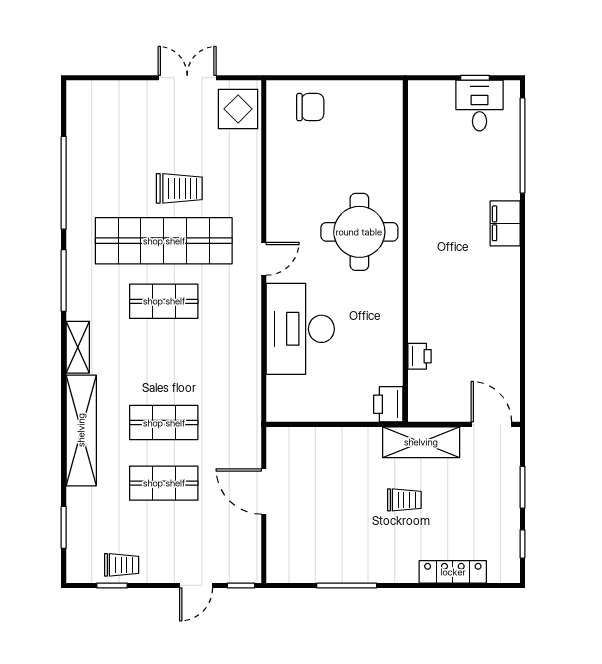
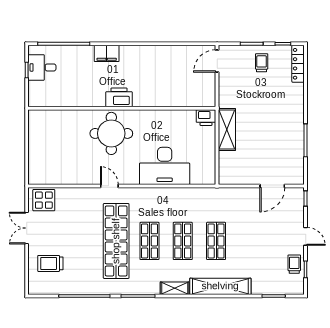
chair: (310, 107) -> (43, 160), removed
trolley: (179, 188) -> (50, 263), moved, turned -90
door: (264, 259) -> (109, 186), moved
printer: (419, 356) -> (119, 97), moved, width x1.87, depth x1.48
shelving: (421, 442) -> (227, 129), moved
shop shelf: (164, 483) -> (183, 241), moved
door: (264, 491) -> (272, 186), moved
trolley: (404, 500) -> (262, 63), moved
locker: (453, 572) -> (298, 64), moved
door: (196, 585) -> (306, 236), moved

